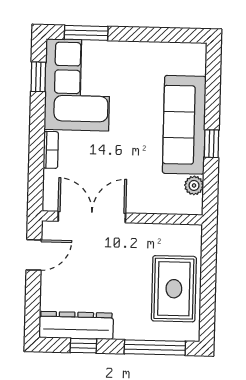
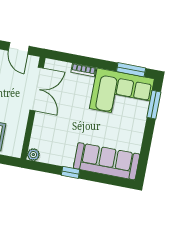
window: (38, 77) -> (131, 70), width x1.50
sofa: (184, 125) -> (107, 161), moved
plant: (194, 185) -> (33, 155), moved

